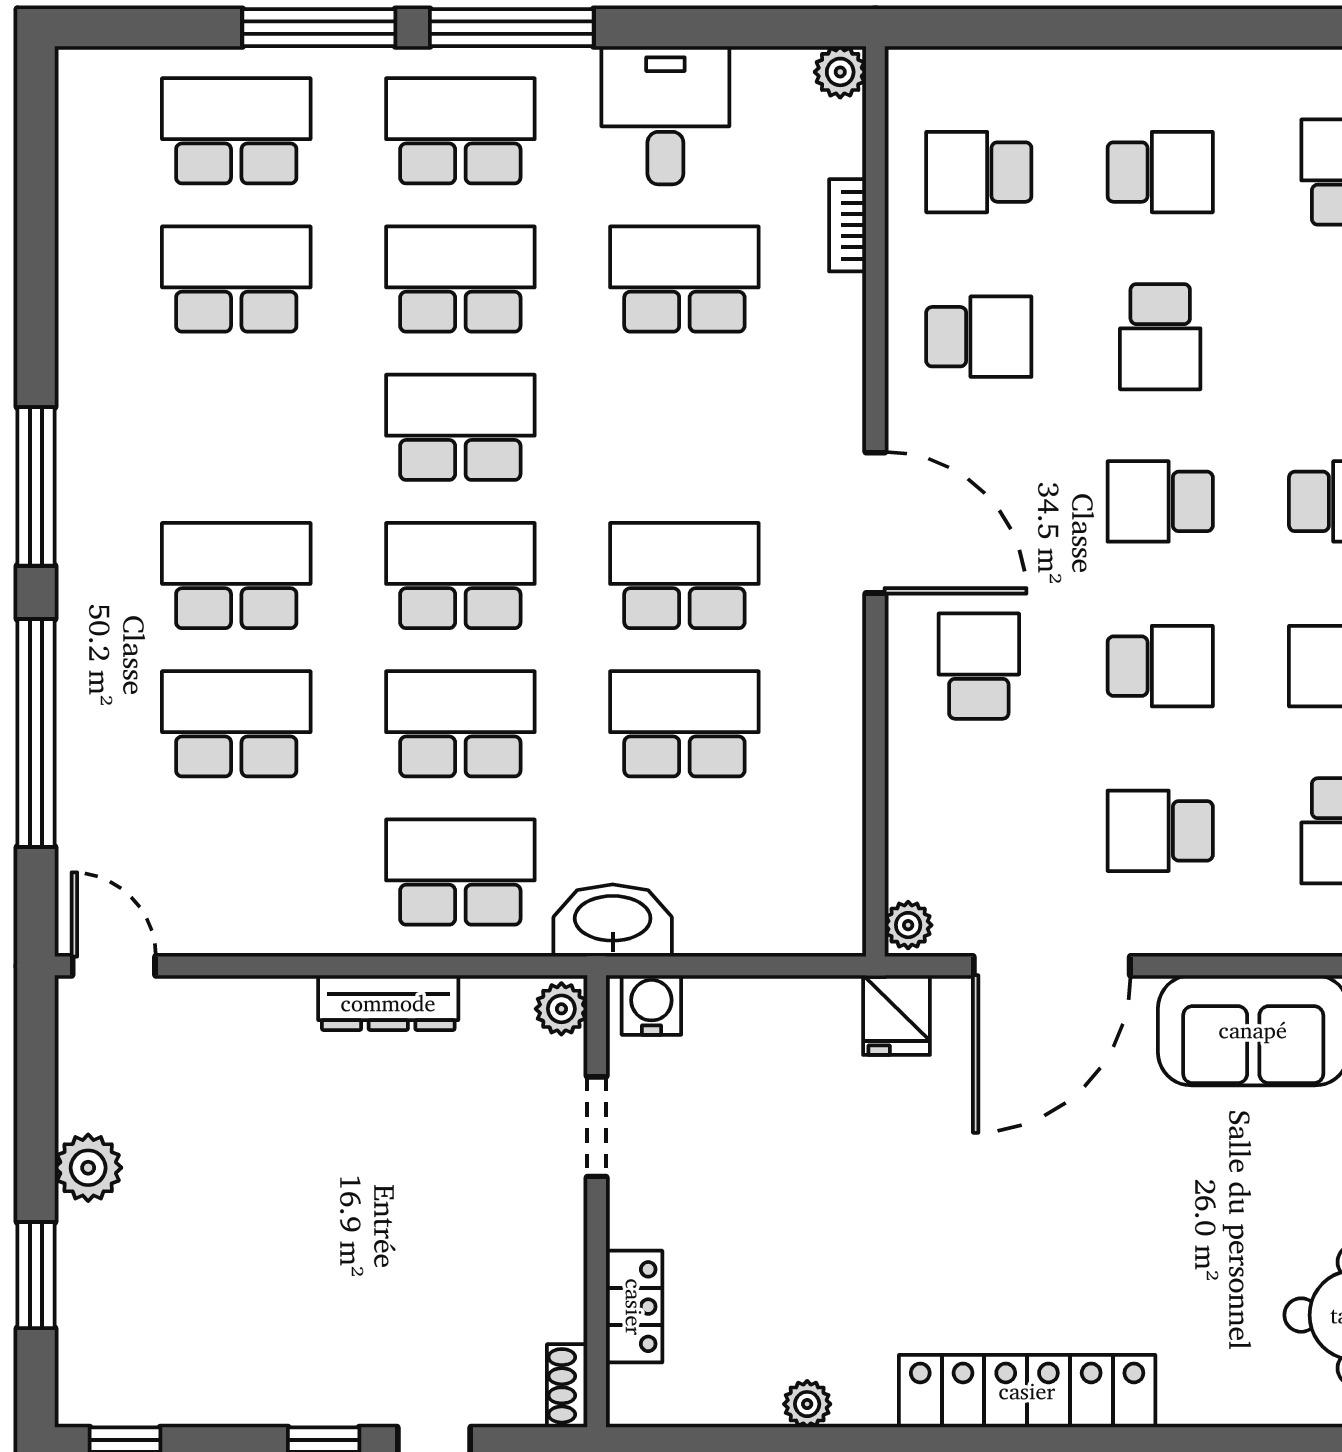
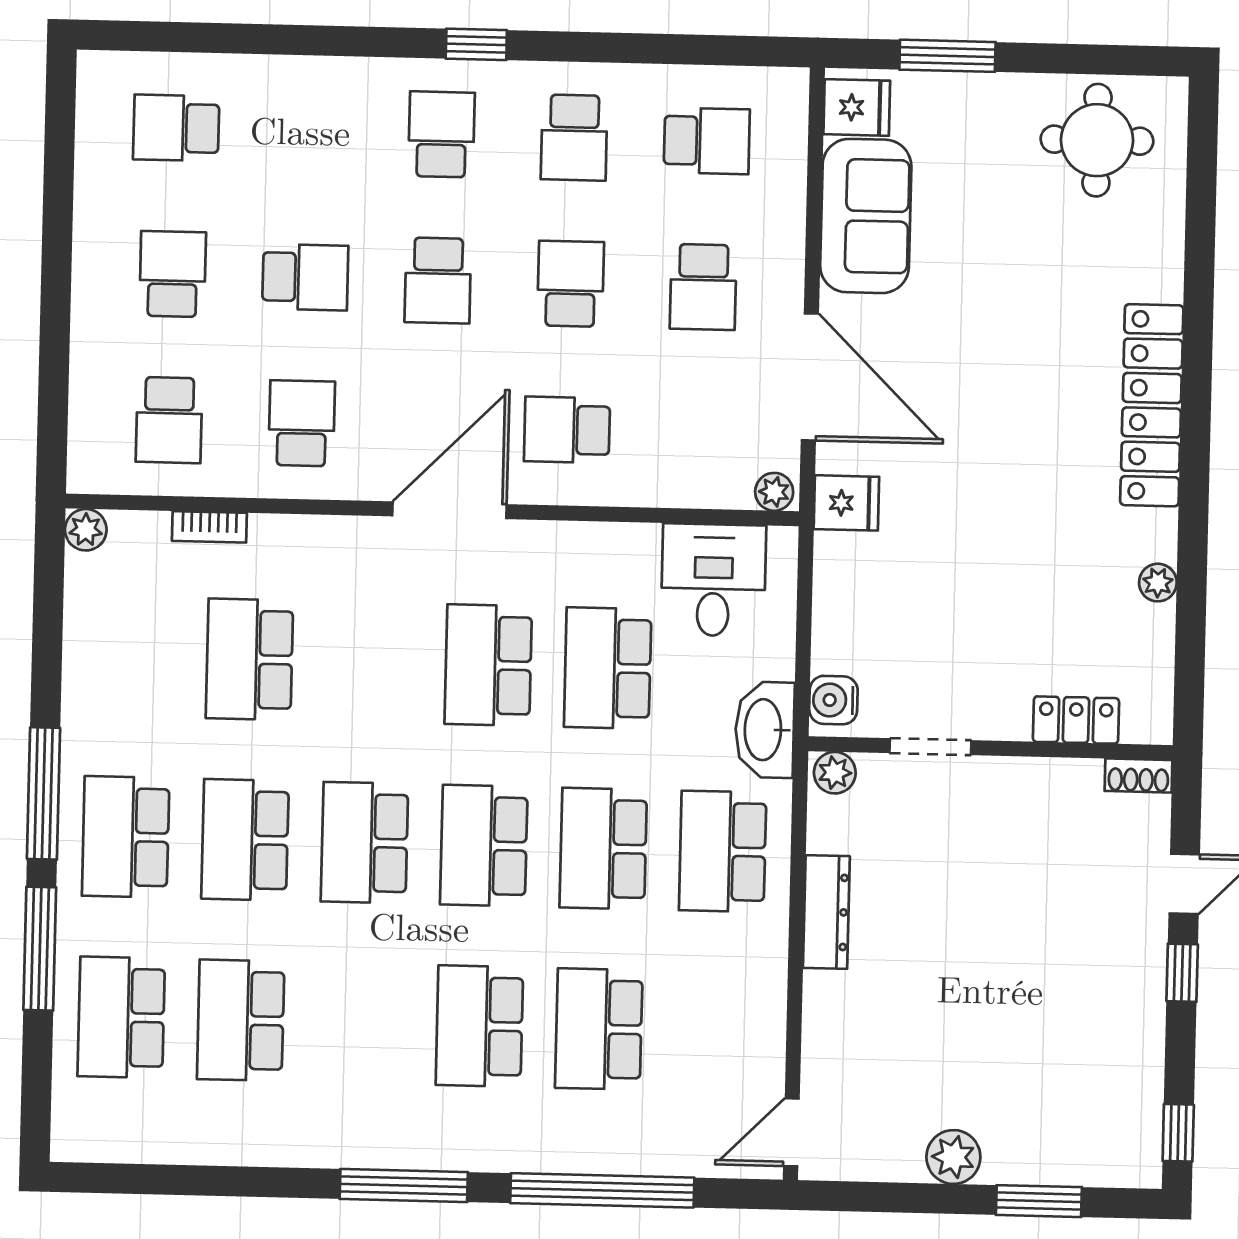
desk: (665, 115) -> (713, 580), moved, turned 90

